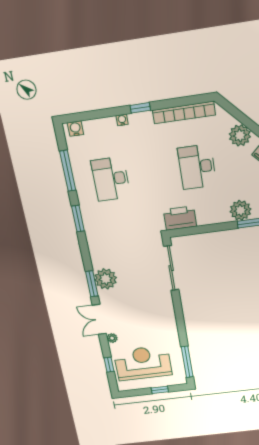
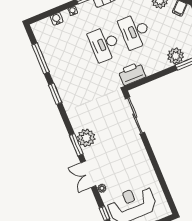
water cooler: (75, 129) -> (57, 19), moved
desk: (111, 179) -> (104, 44), moved
window: (187, 362) -> (167, 194), removed

